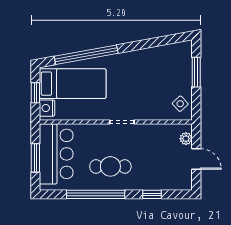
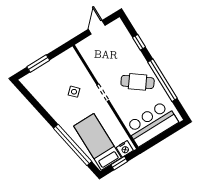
side table: (180, 104) -> (74, 92), moved
plant: (186, 139) -> (87, 43), removed
window: (35, 158) -> (163, 136), removed
cafe table: (110, 166) -> (138, 82), turned -53

